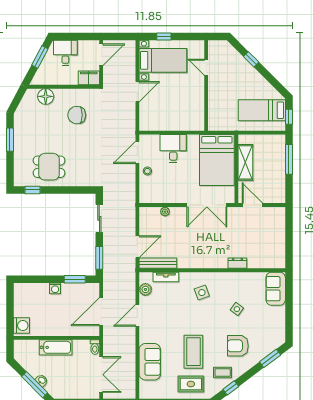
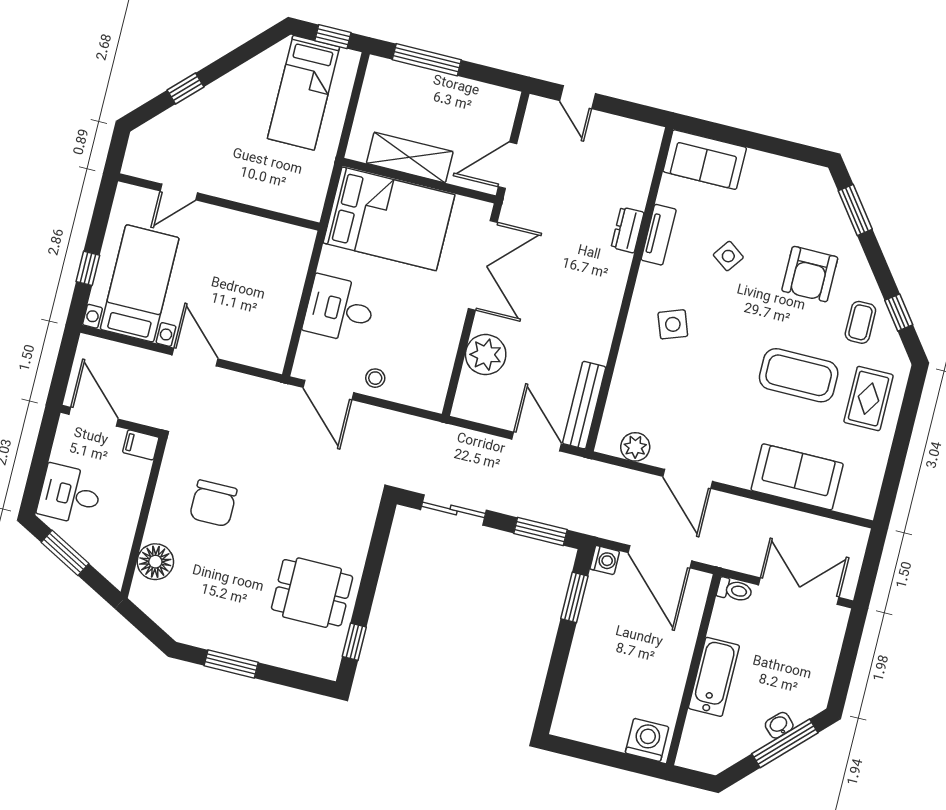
filing cabinet: (89, 78) -> (141, 445), width x0.50
dining table: (49, 167) -> (312, 593), turned 90
plant: (165, 212) -> (486, 355), width x1.88, depth x1.88
door: (289, 228) -> (577, 97), added
tv unit: (166, 277) -> (659, 235), moved
washing machine: (55, 288) -> (605, 560), moved

